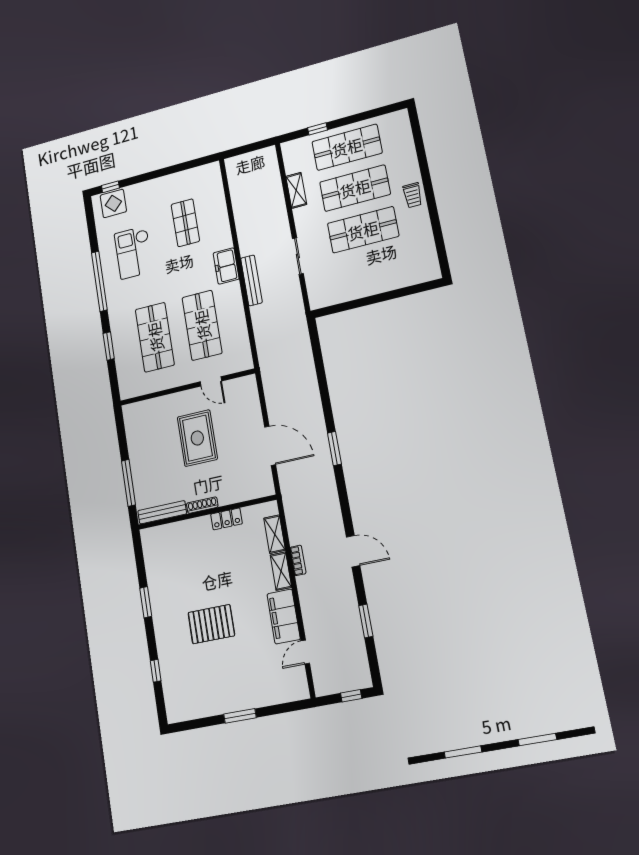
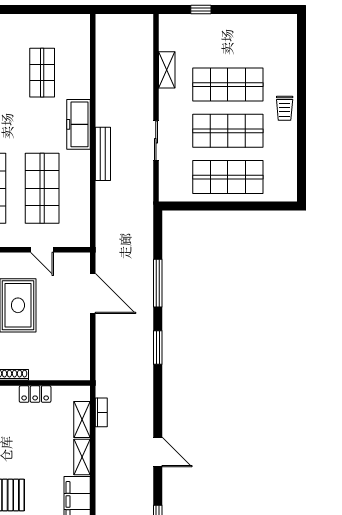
shop shelf: (347, 147) -> (228, 177), moved
freezer: (226, 266) -> (79, 124), width x1.40
window: (323, 387) -> (158, 283), added
door: (270, 446) -> (93, 294), moved
bookcase: (298, 560) -> (101, 412), moved

